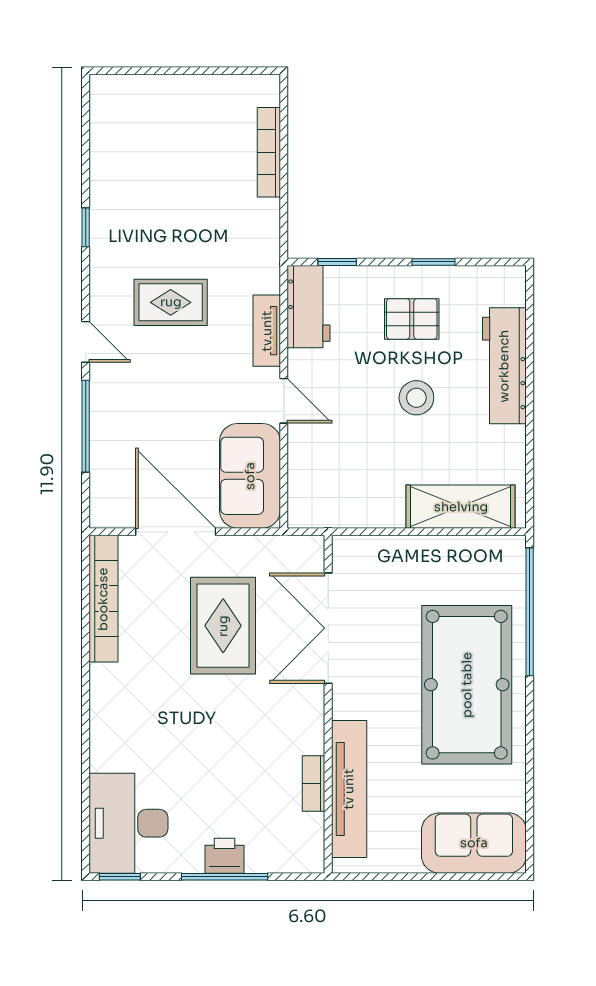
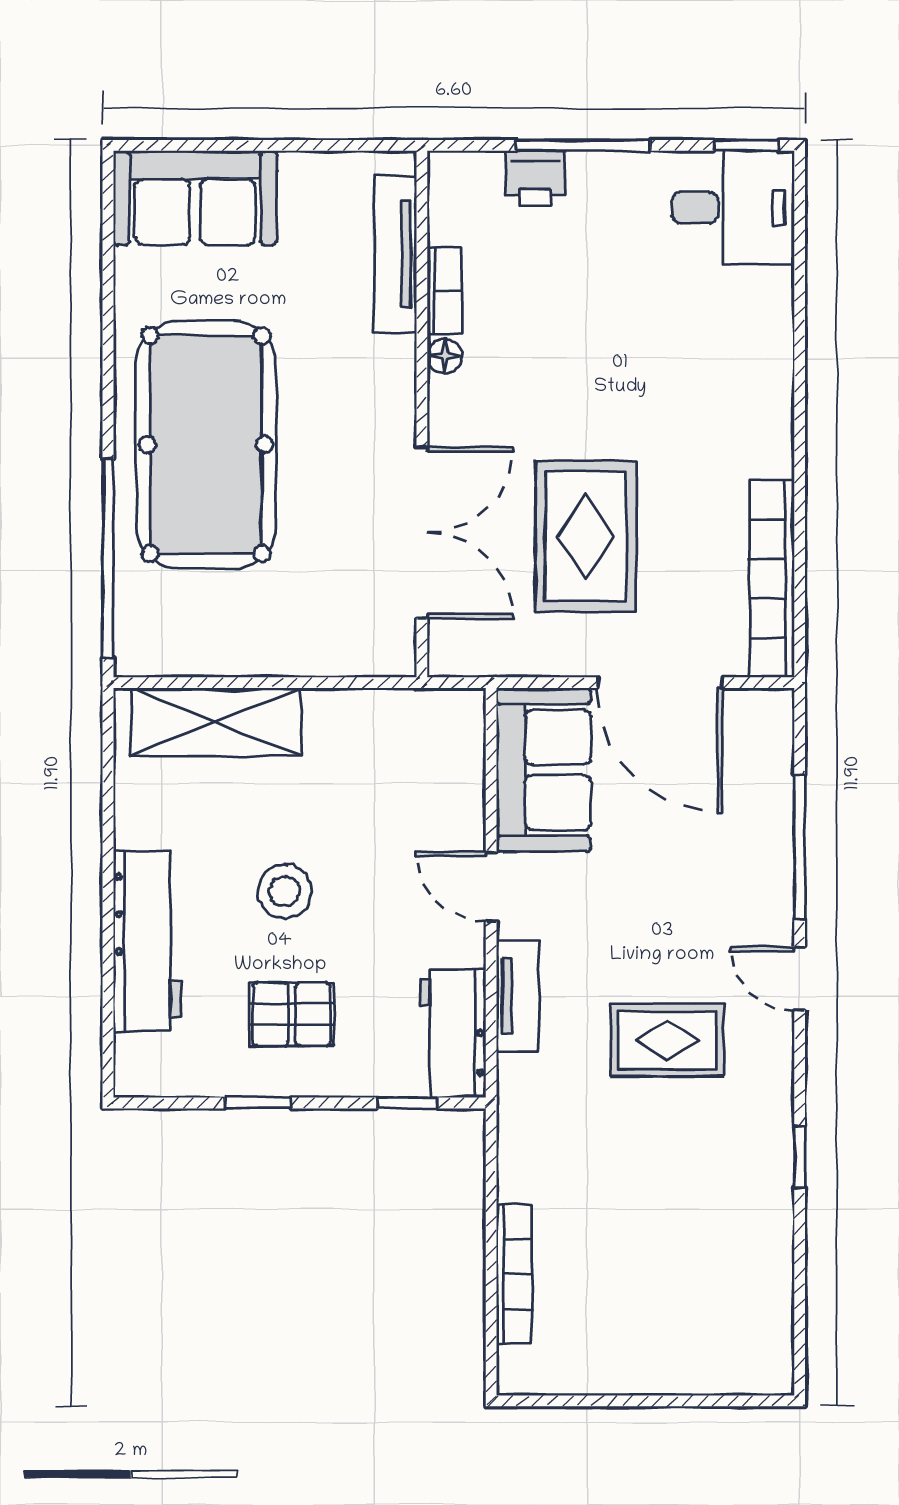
floor lamp: (313, 742) -> (445, 356), added
tv unit: (349, 789) -> (395, 254), width x0.73, depth x0.78
desk: (128, 823) -> (733, 208), width x0.73
printer: (224, 856) -> (535, 178), moved

